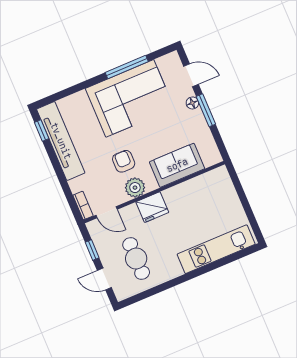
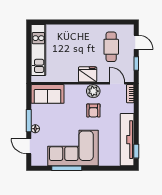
sofa: (177, 165) -> (48, 94), moved
kitchen unit: (216, 249) -> (38, 50), moved, turned -90

